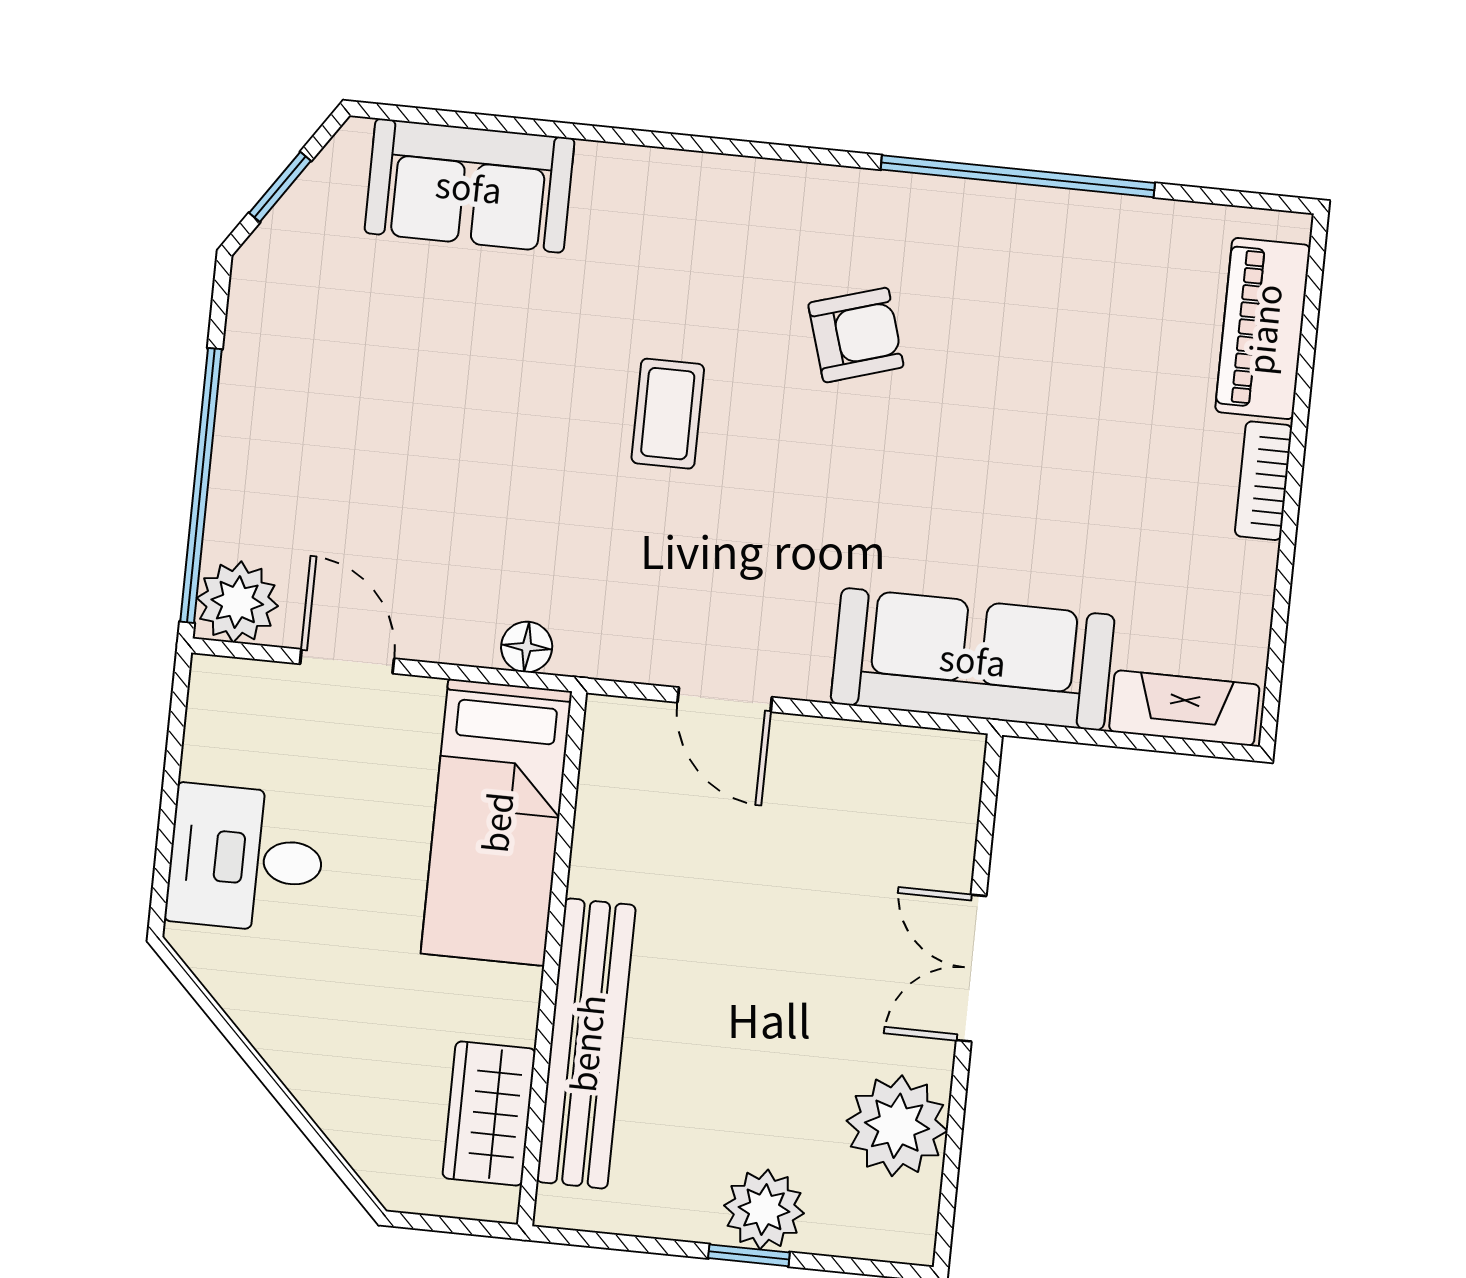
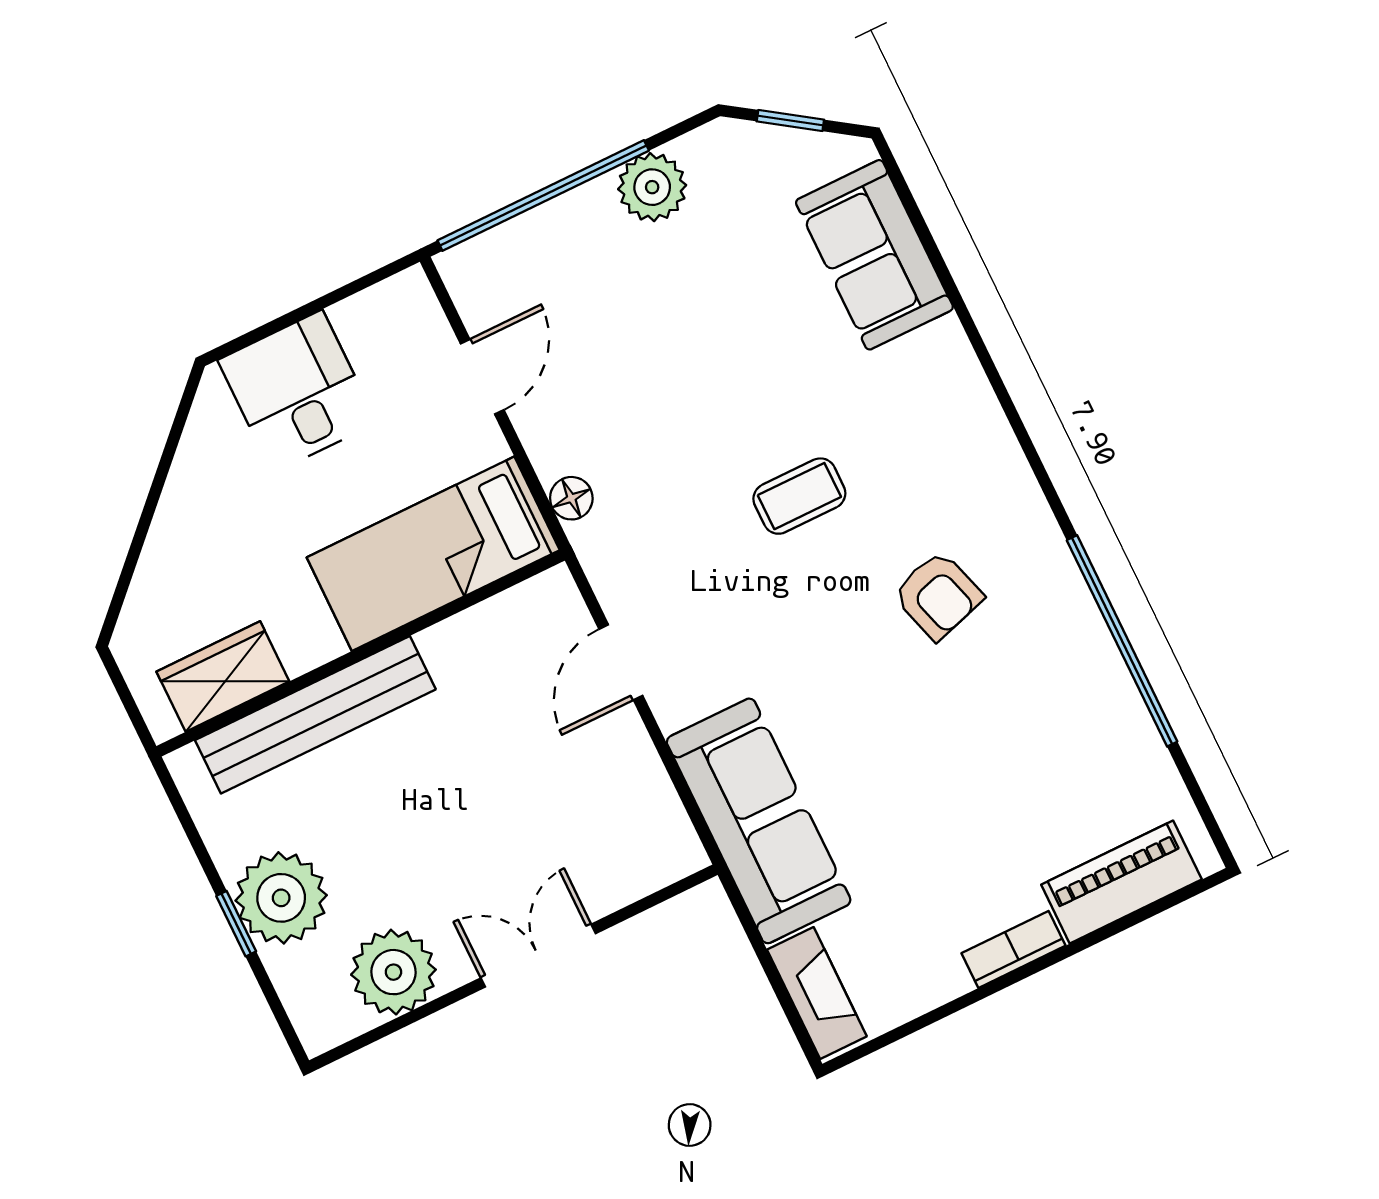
plant: (237, 602) -> (652, 187), moved
plant: (764, 1209) -> (281, 898), width x1.36, depth x1.36

